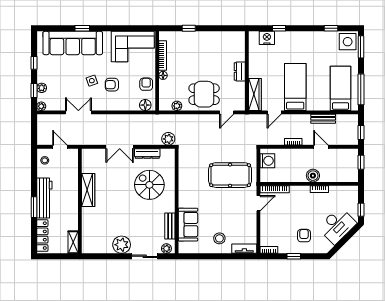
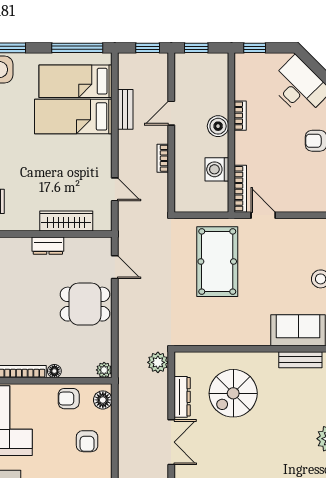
armchair: (112, 85) -> (87, 441), moved
bed: (295, 87) -> (73, 116), moved
dining table: (204, 94) -> (85, 304), turned 90
wardrobe: (255, 95) -> (66, 221), moved
plant: (177, 106) -> (104, 370), moved
washing machine: (267, 161) -> (217, 169), moved, turned -90
window: (361, 210) -> (255, 48), moved

